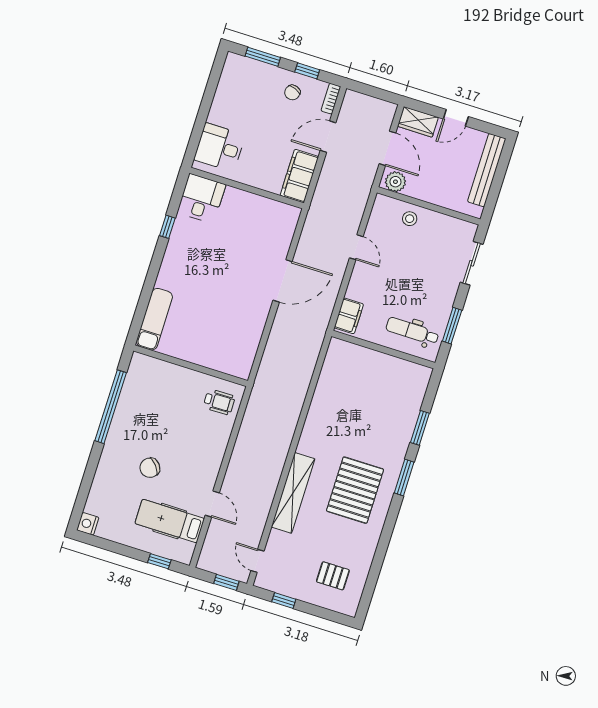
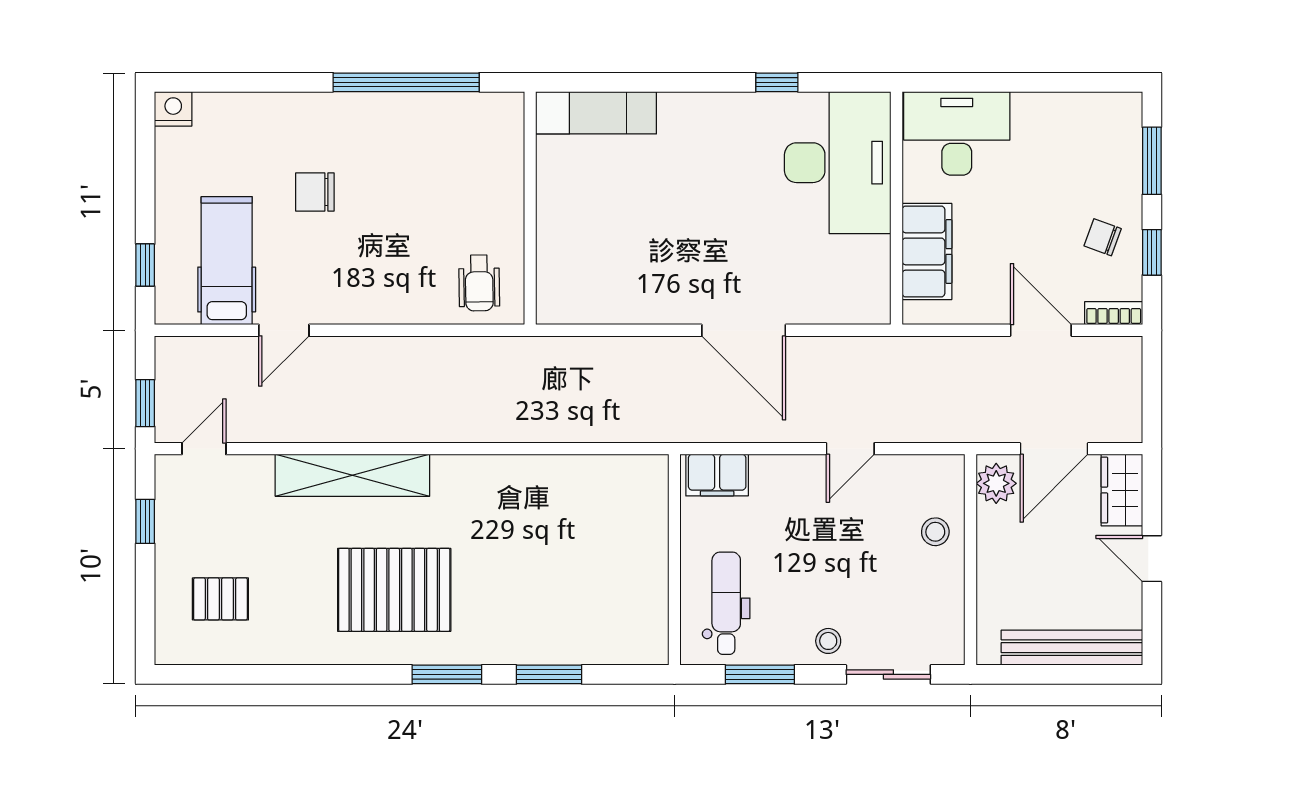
desk: (220, 147) -> (957, 133), width x1.37
filing cabinet: (299, 176) -> (927, 251), moved, turned 90
desk: (201, 199) -> (838, 163), width x1.87, depth x1.30
stool: (446, 287) -> (828, 641), added
chair: (150, 468) -> (315, 192), turned -51
pallet: (333, 576) -> (220, 599), turned 90

